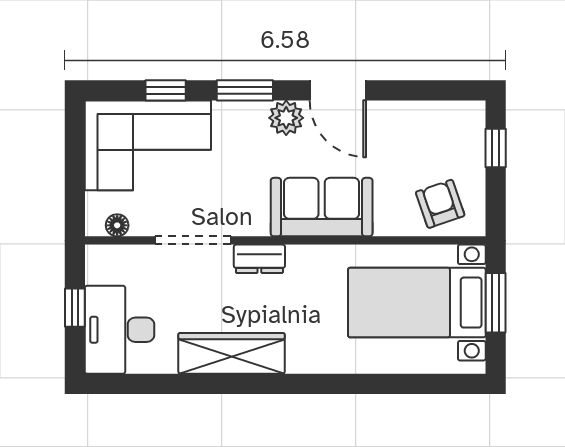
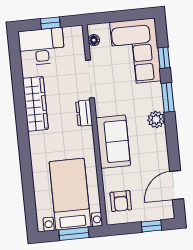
door: (338, 90) -> (177, 185), moved
armchair: (440, 204) -> (121, 201), turned 109

